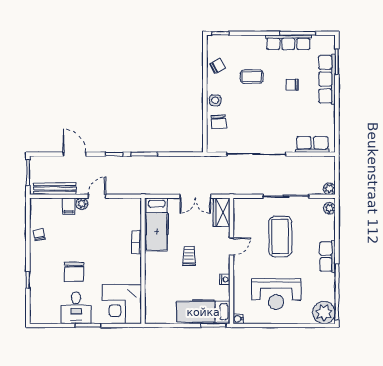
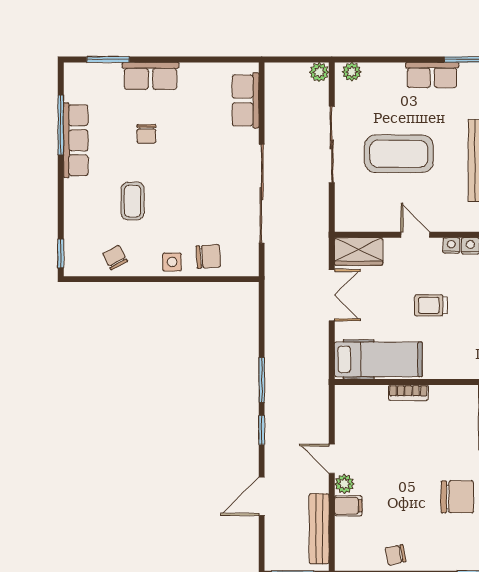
row of seats: (327, 79) -> (151, 76), width x0.68
nightstand: (225, 268) -> (451, 245), added

